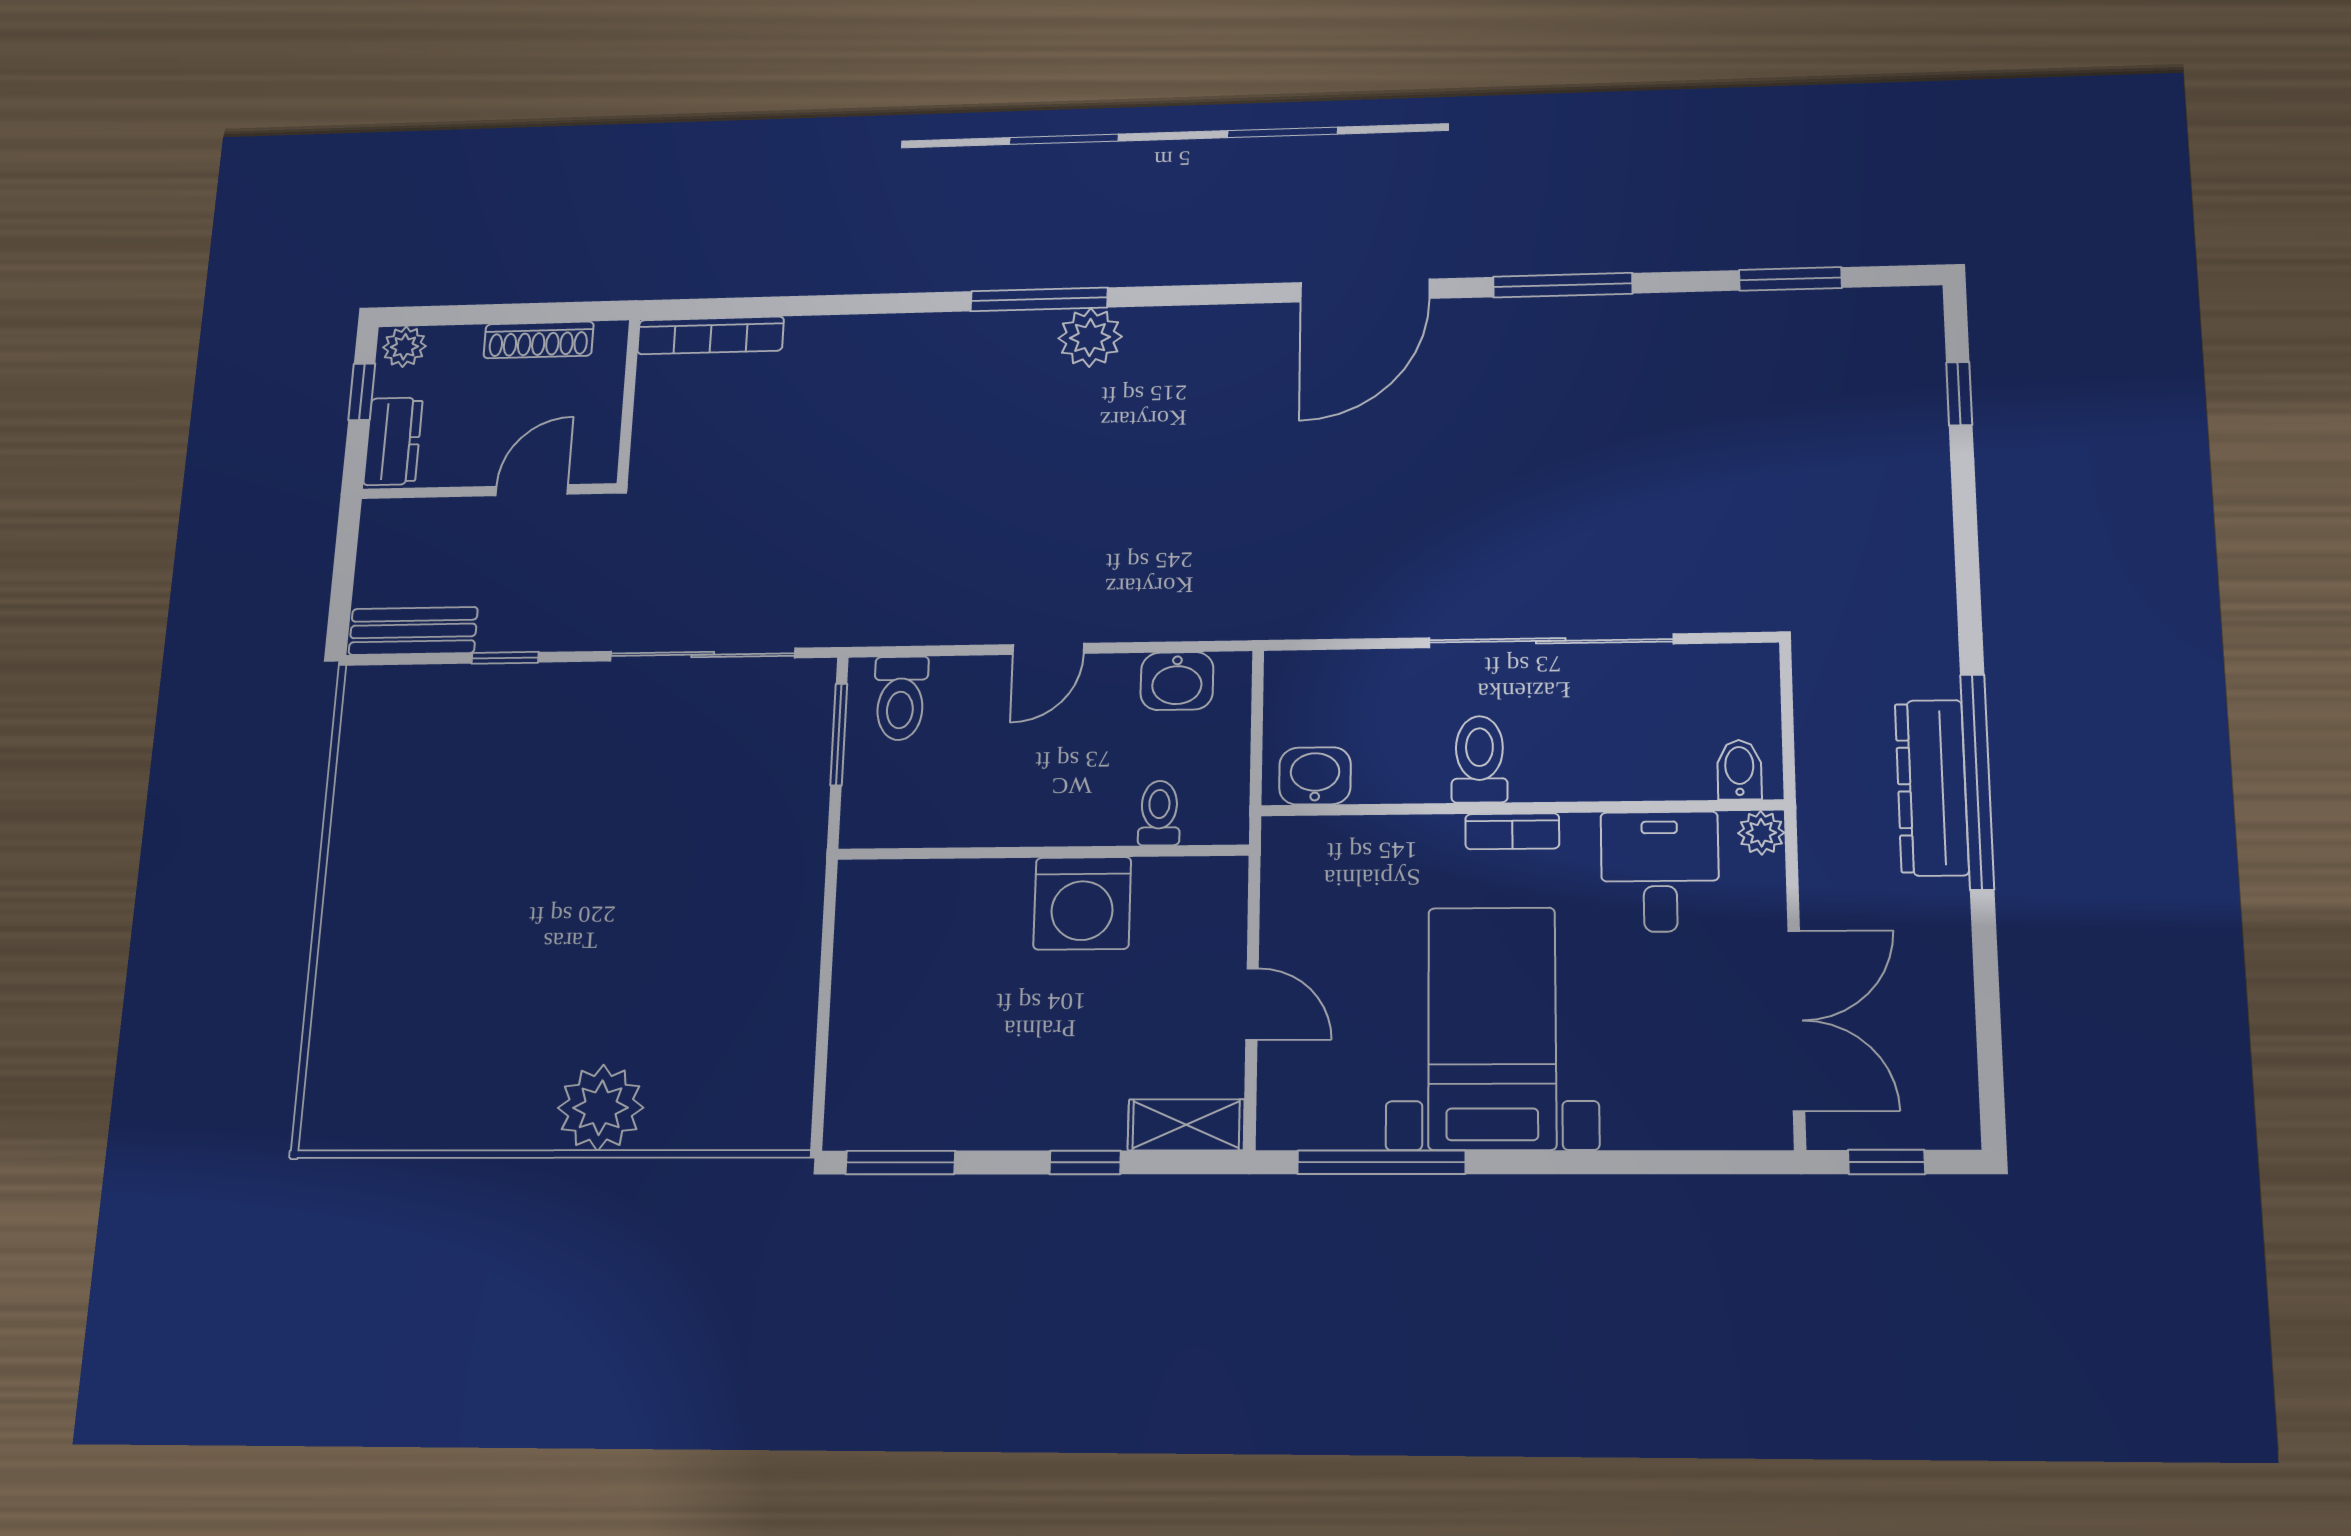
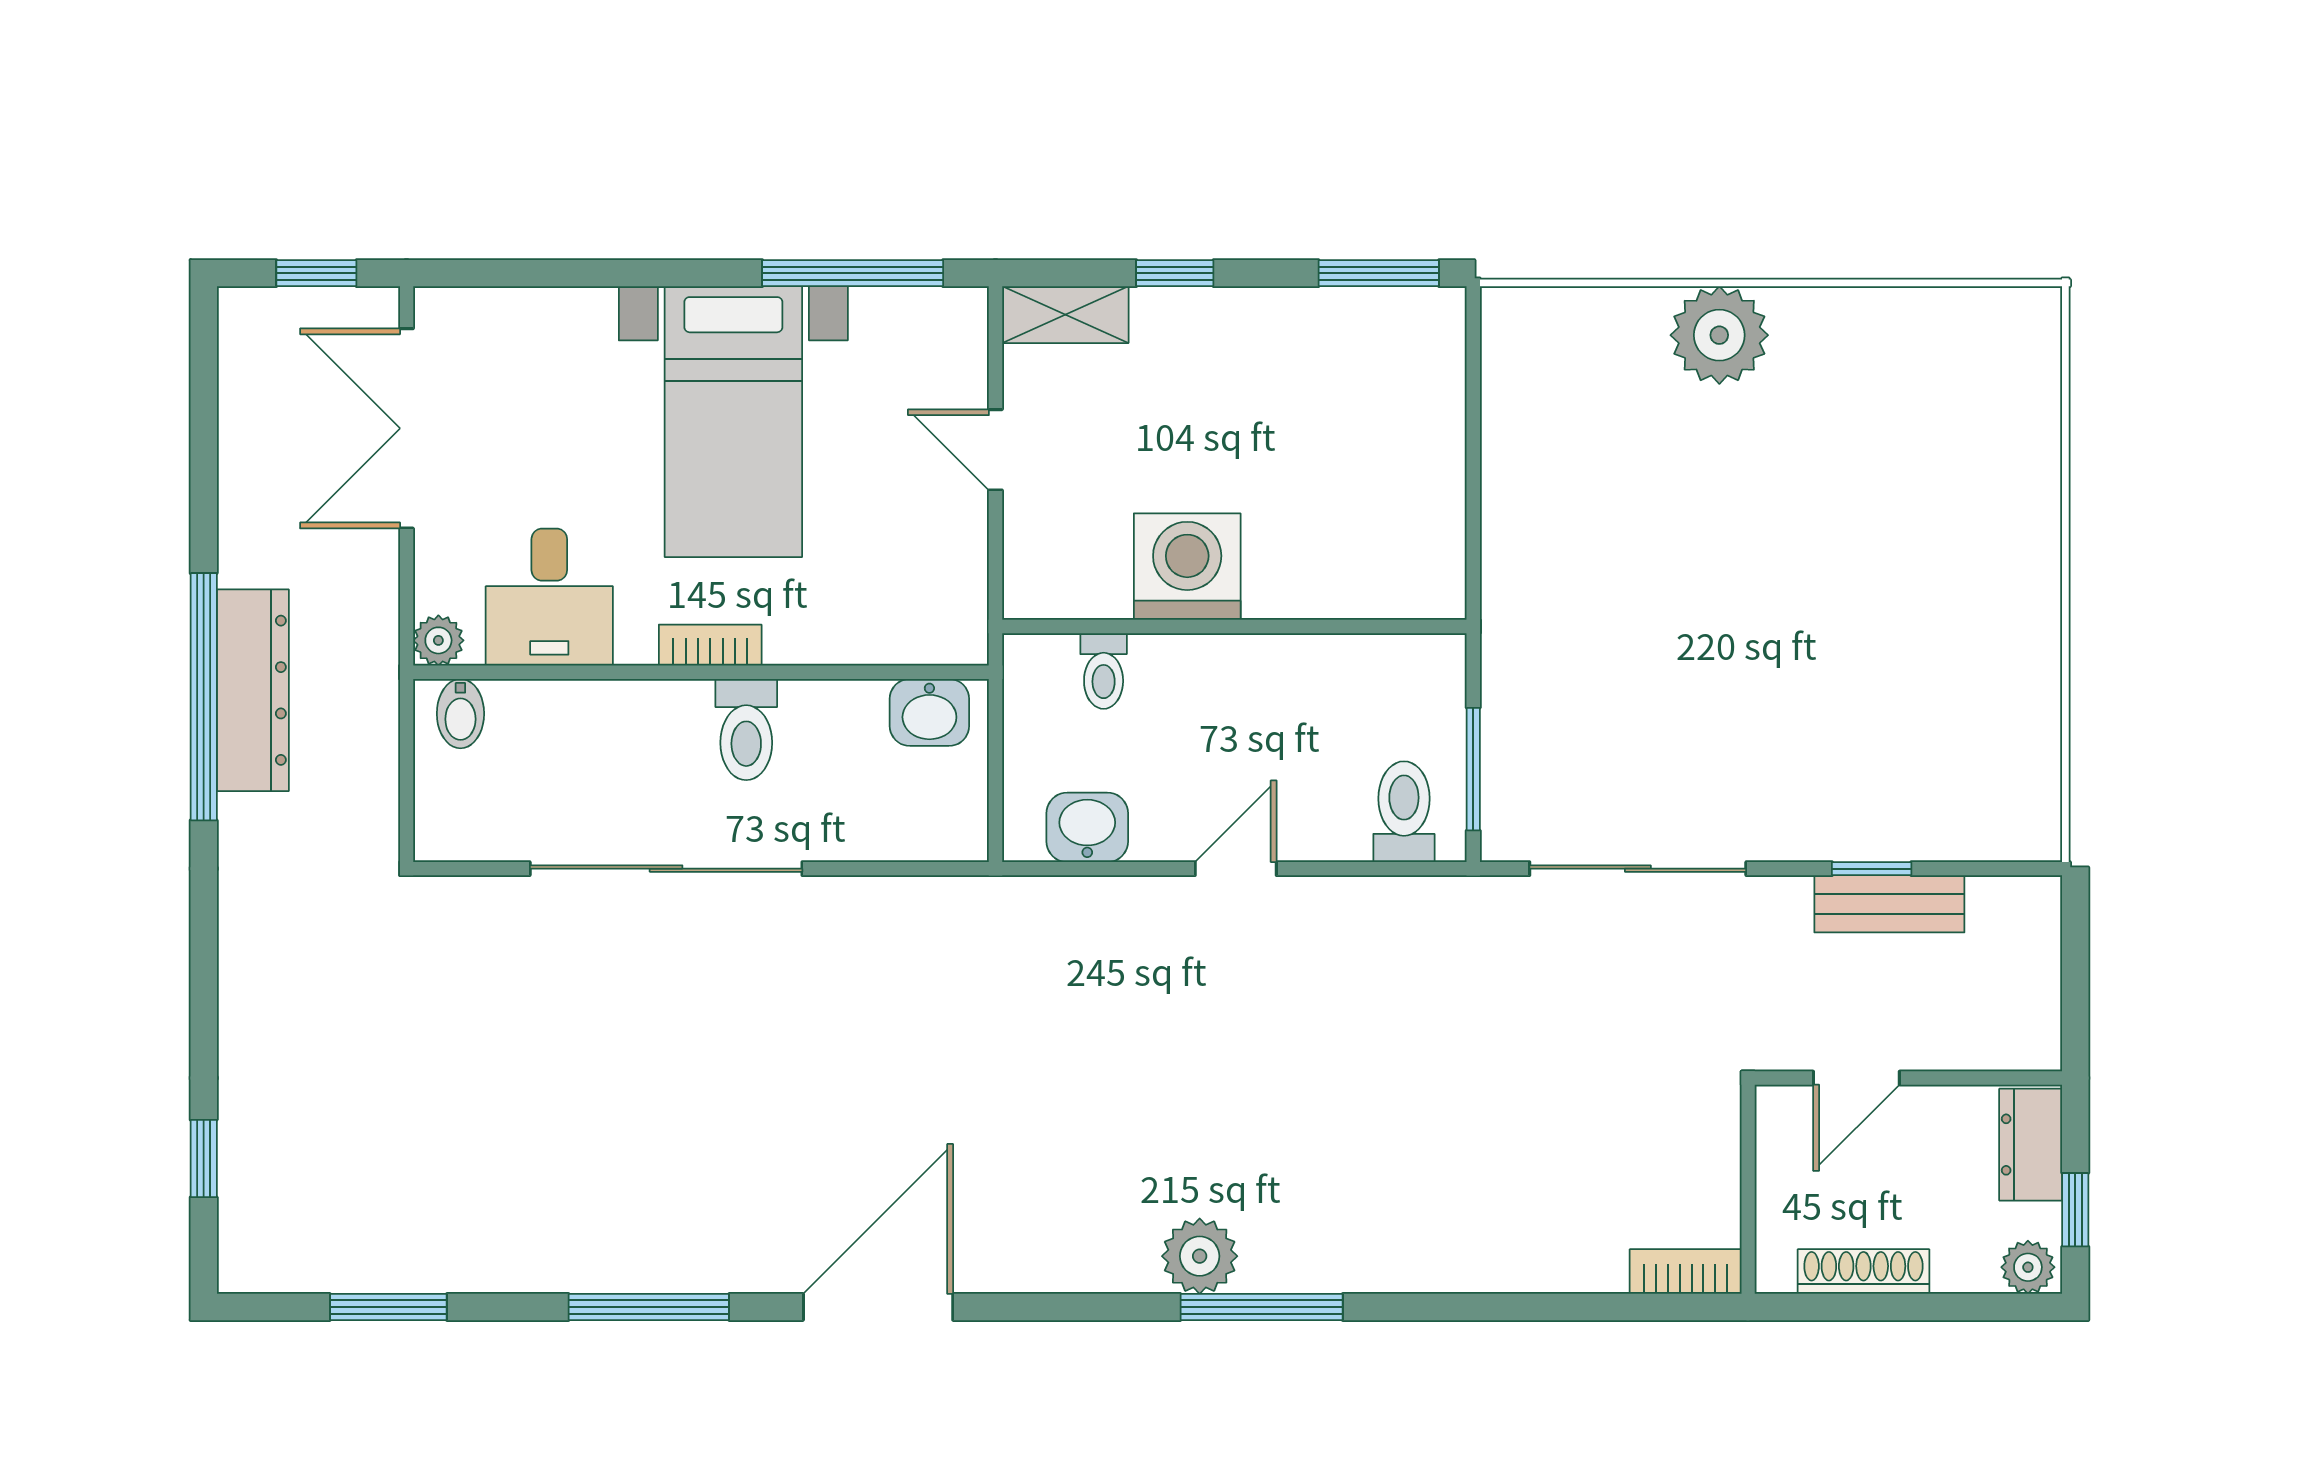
bookcase: (711, 335) -> (1686, 1272), width x0.64
bench: (413, 631) -> (1889, 904), moved

